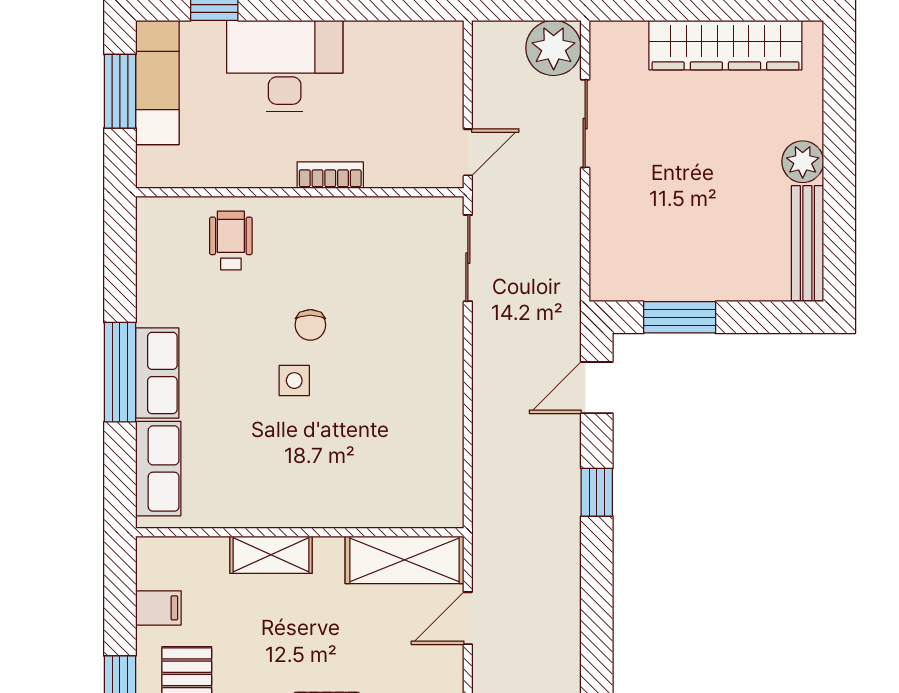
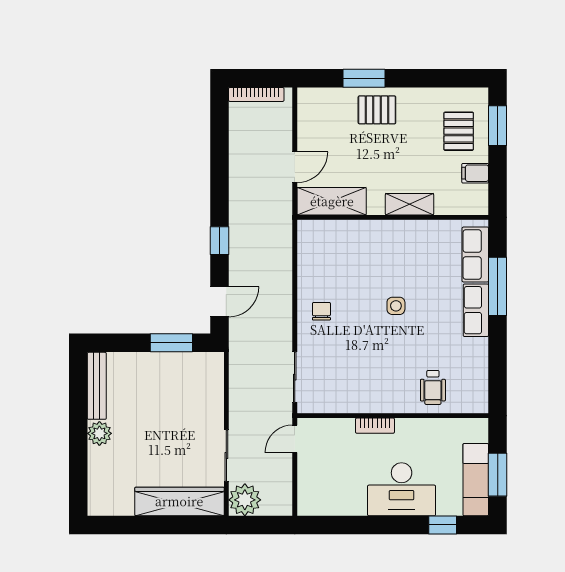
wardrobe: (725, 45) -> (179, 501), moved
chair: (310, 325) -> (321, 311), moved
window: (120, 372) -> (498, 286), moved

